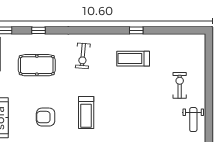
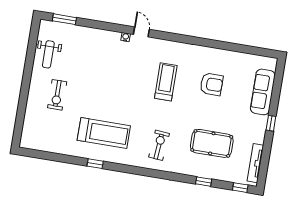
treadmill: (133, 59) -> (104, 133), width x1.37, depth x1.38
weight bench: (193, 120) -> (48, 54), turned 180

